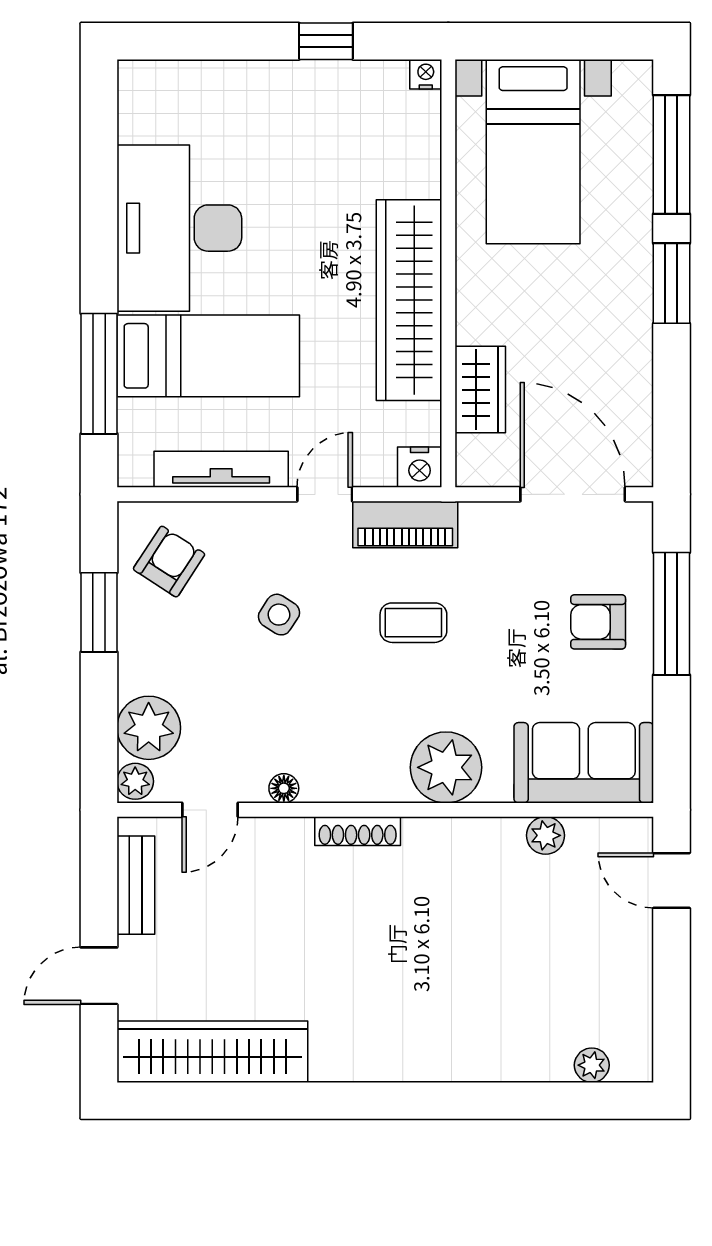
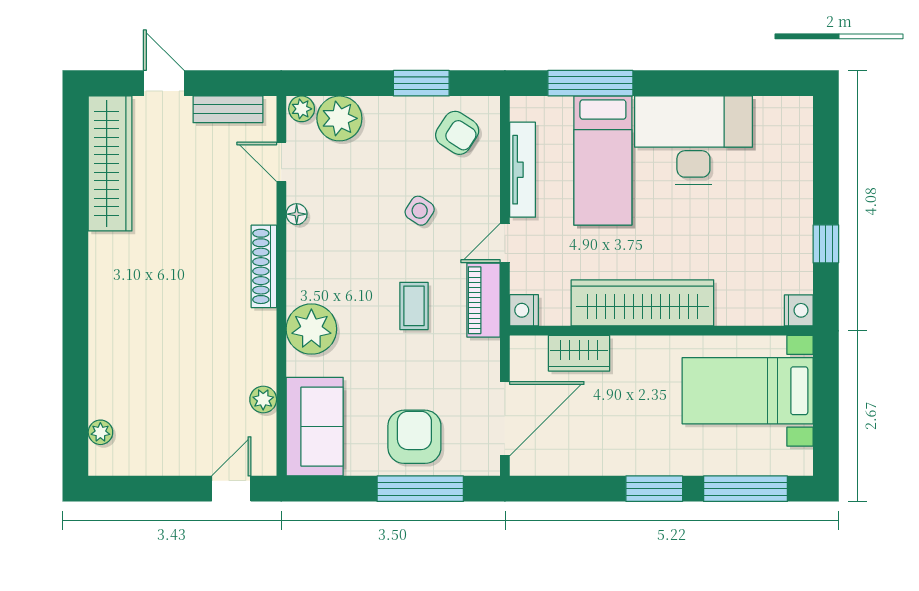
nightstand: (426, 74) -> (799, 310), width x1.39, depth x1.35
door: (325, 494) -> (505, 243), swing flipped
armchair: (598, 622) -> (414, 437), width x1.38, depth x1.38
shoe rack: (358, 831) -> (264, 266), width x1.36, depth x1.24

